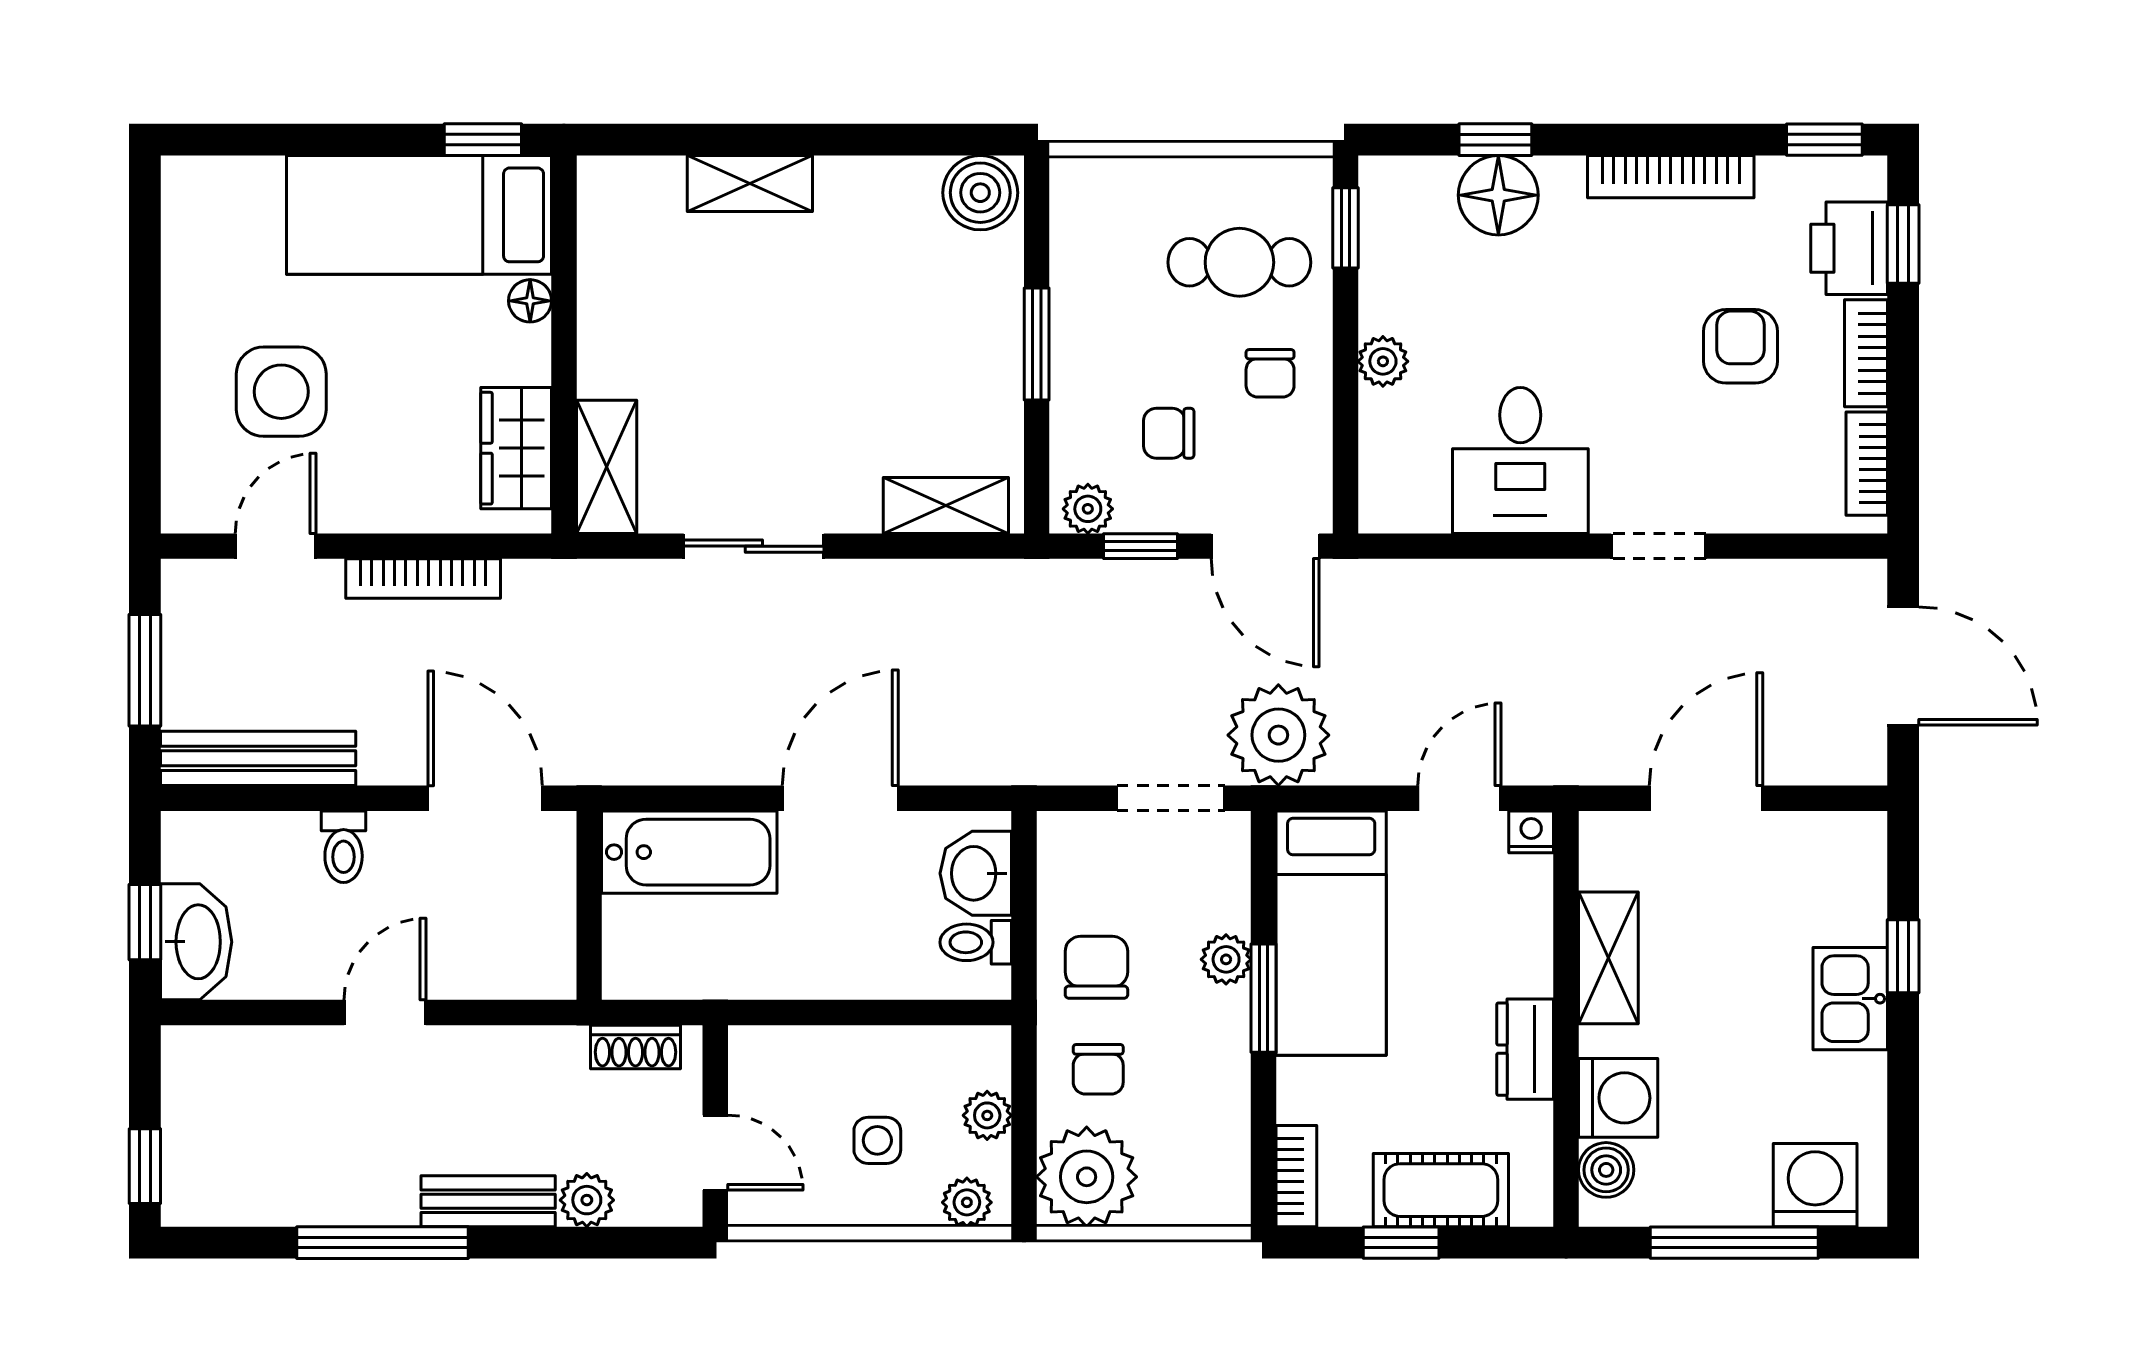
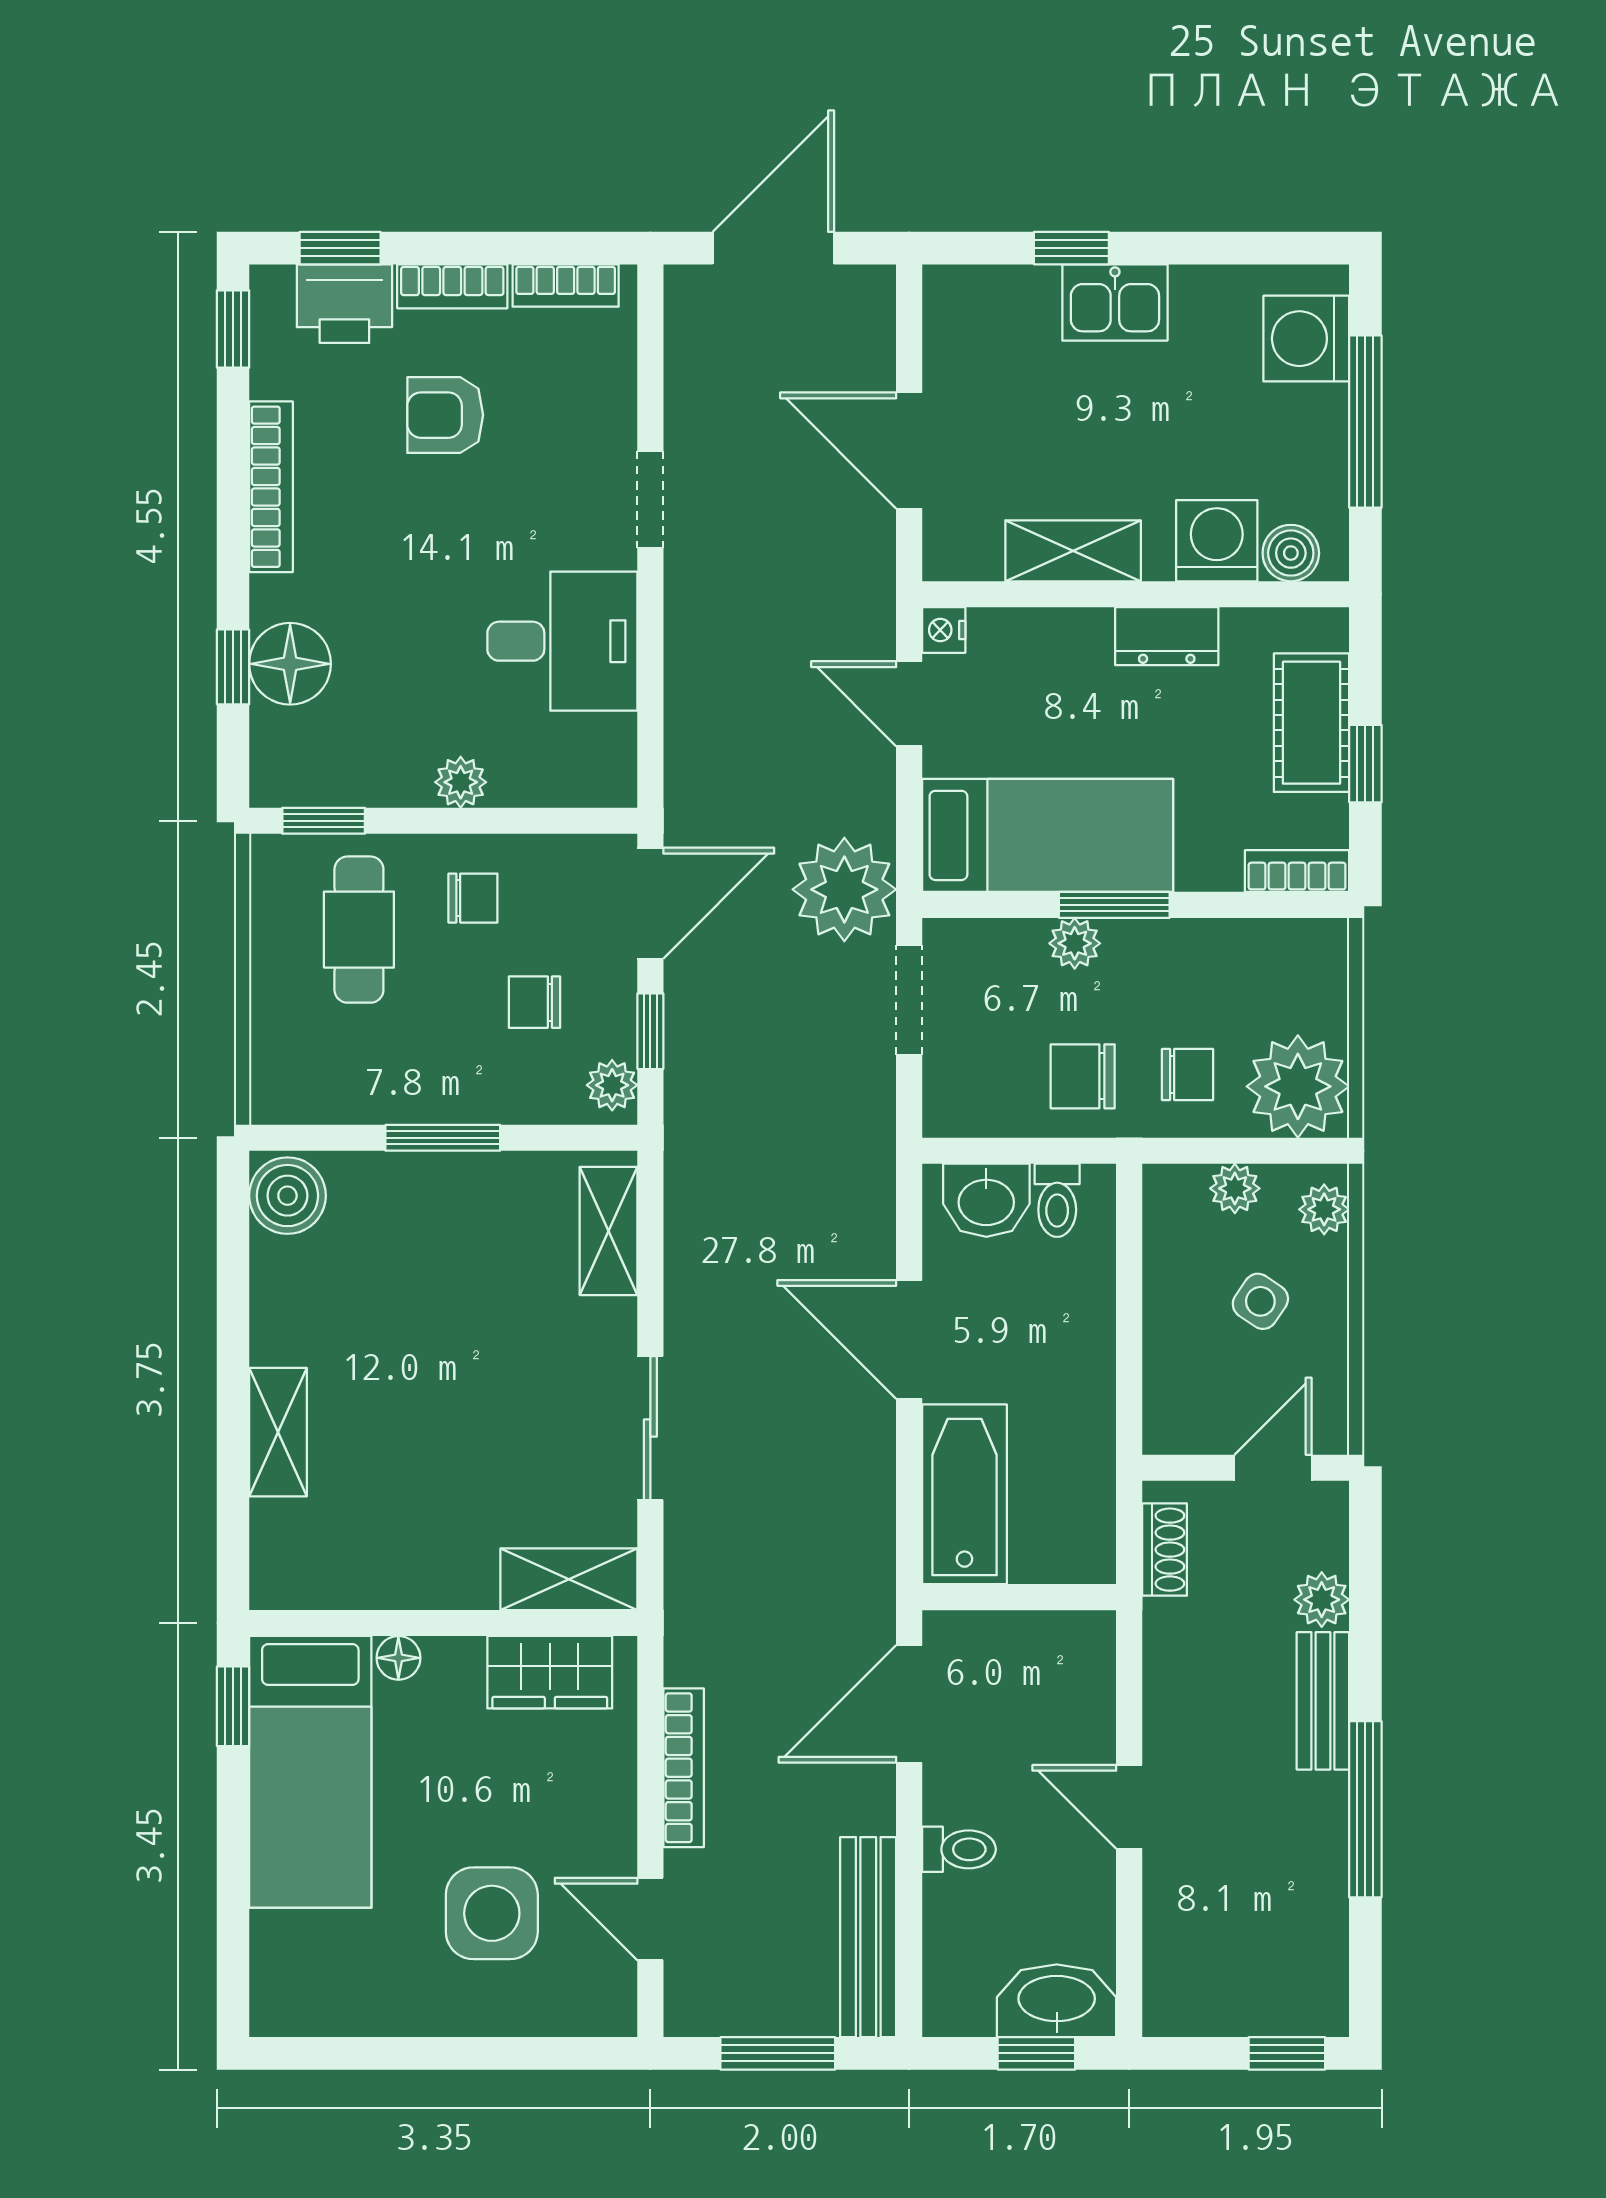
chair: (1169, 433) -> (534, 1002), turned 90
side table: (877, 1140) -> (1260, 1301), turned 34

